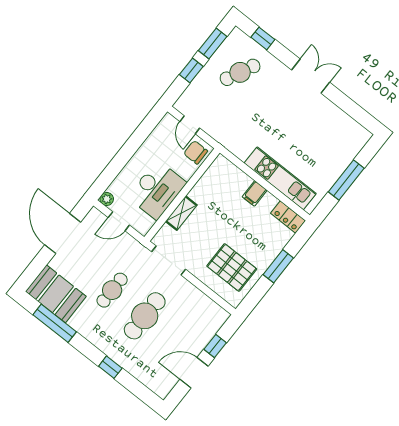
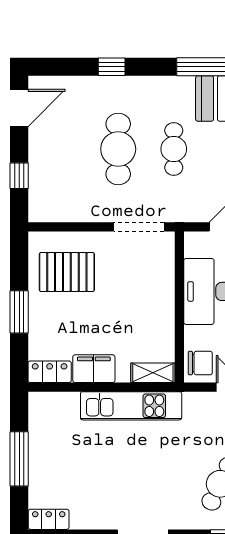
locker: (357, 131) -> (49, 519), added
kitchen unit: (280, 178) -> (131, 406), moved
filing cabinet: (255, 193) -> (94, 369), width x2.00
shelving: (181, 213) -> (153, 373), moved, turned 90
door: (194, 373) -> (19, 108), moved

